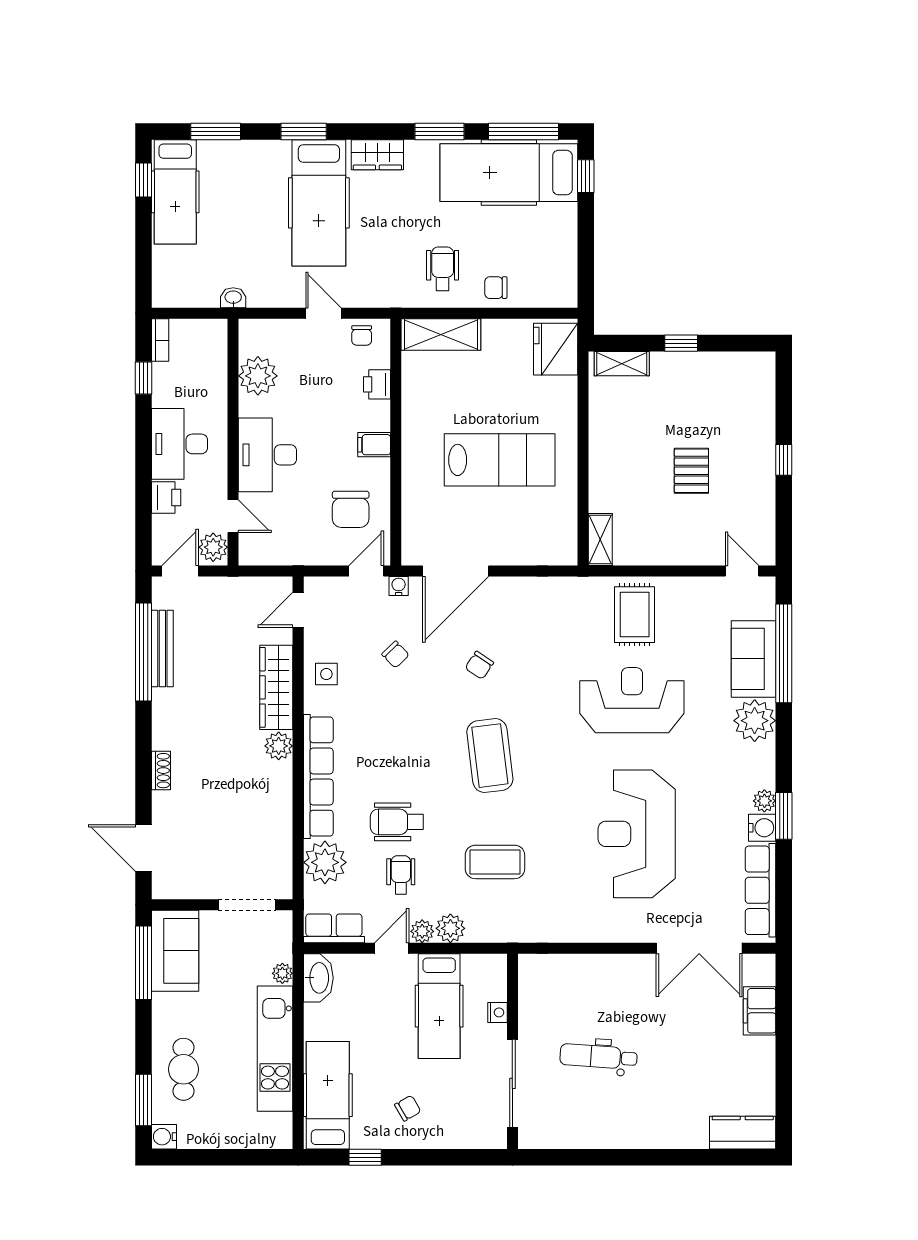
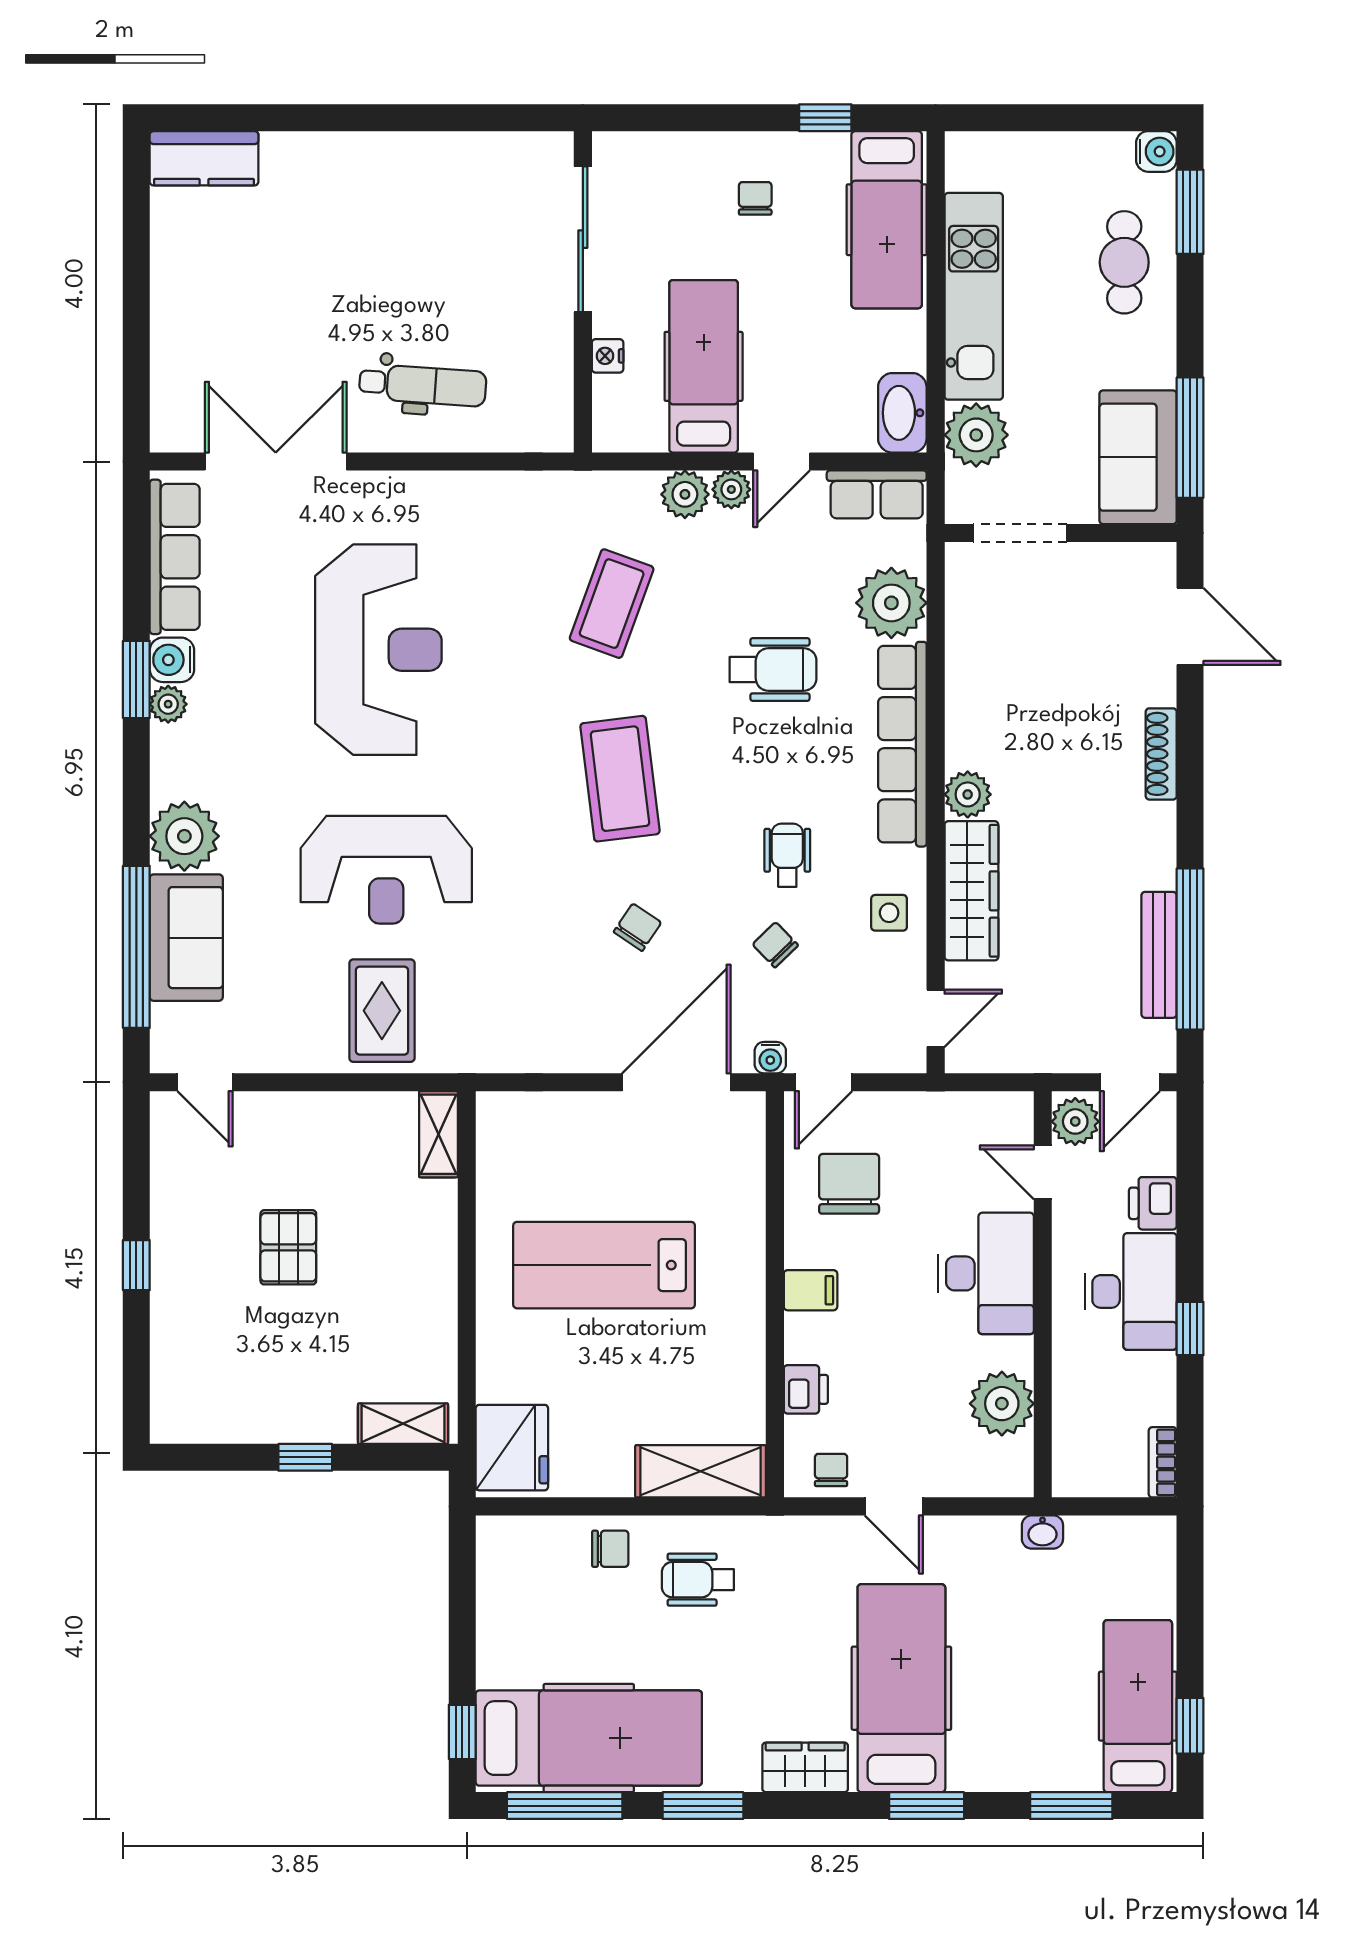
wheelchair: (443, 269) -> (698, 1580), turned 90
window: (143, 378) -> (1190, 1328), moved
shoe rack: (161, 771) -> (1161, 754), width x1.43
coffee table: (495, 862) -> (612, 604), turned -70
wheelchair: (401, 875) -> (787, 855), moved, turned 180
plant: (282, 973) -> (976, 435), width x1.88, depth x1.88
filing cabinet: (759, 1011) -> (176, 359), removed
dental chair: (599, 1057) -> (423, 385), moved
chair: (408, 1108) -> (755, 198), turned 120

